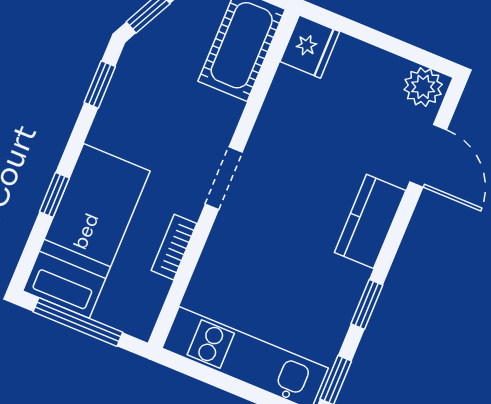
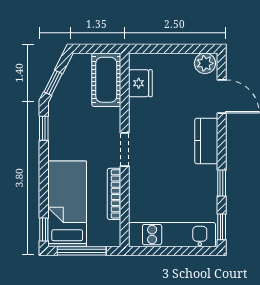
fridge: (310, 47) -> (140, 83), moved
window: (54, 195) -> (44, 230), moved
bookcase: (174, 247) -> (114, 194), width x1.56

